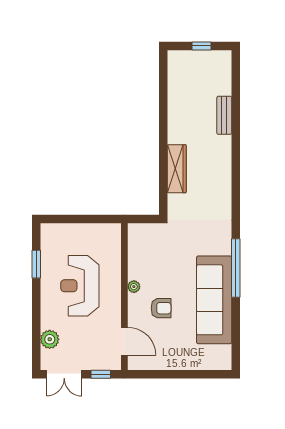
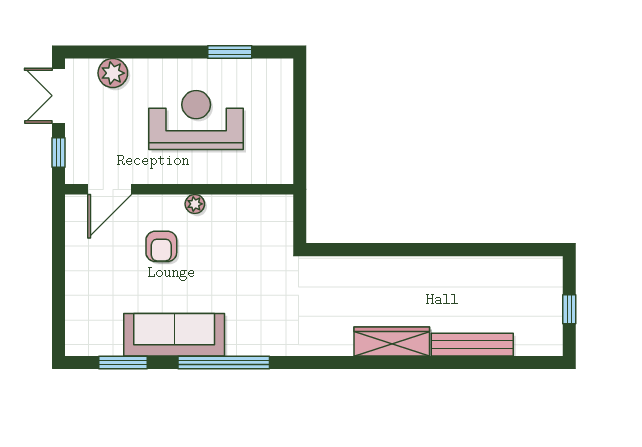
bench: (224, 115) -> (472, 345), width x1.36
wardrobe: (177, 169) -> (392, 342), moved, turned 180
sofa: (214, 300) -> (174, 335), width x0.74, depth x0.79
window: (236, 333) -> (123, 363), added

